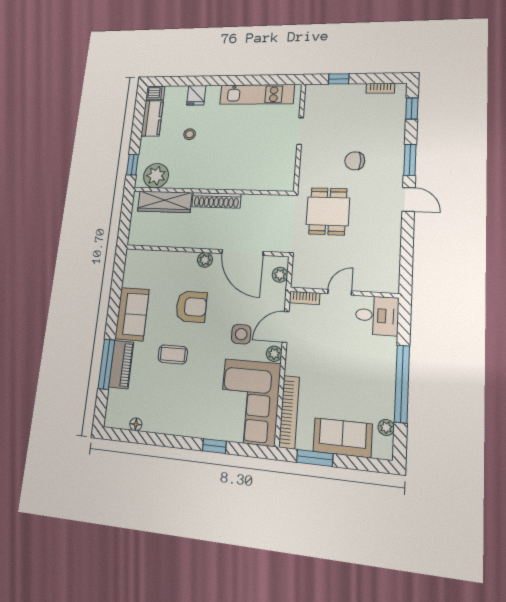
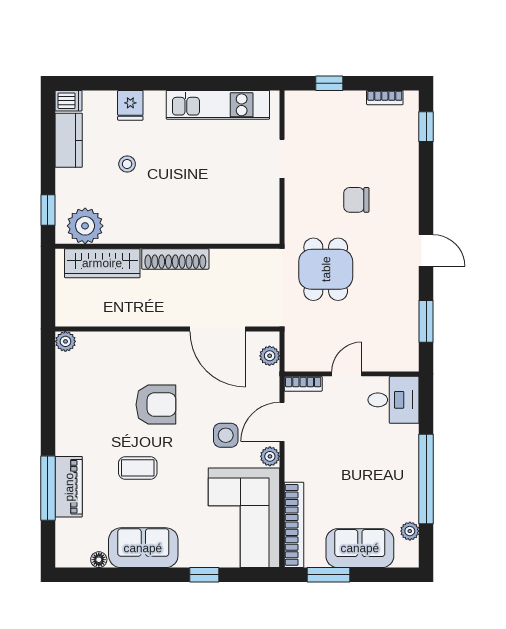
window: (410, 160) -> (426, 321), moved
plant: (205, 260) -> (65, 341), moved
sofa: (132, 314) -> (143, 548), moved, turned -90

